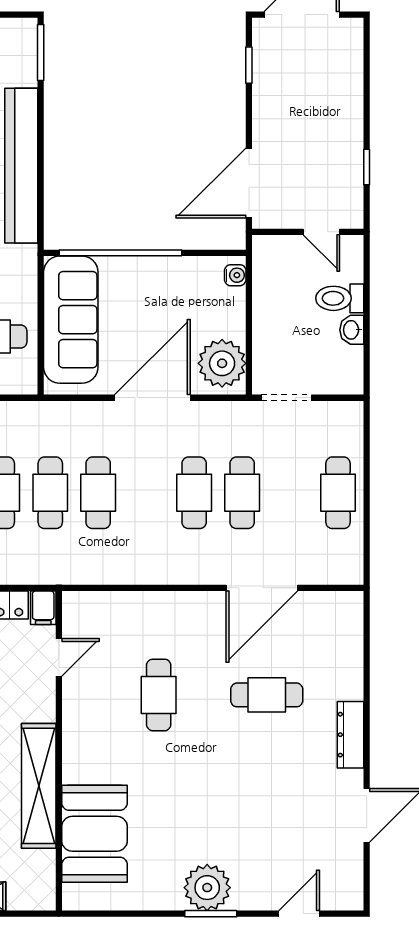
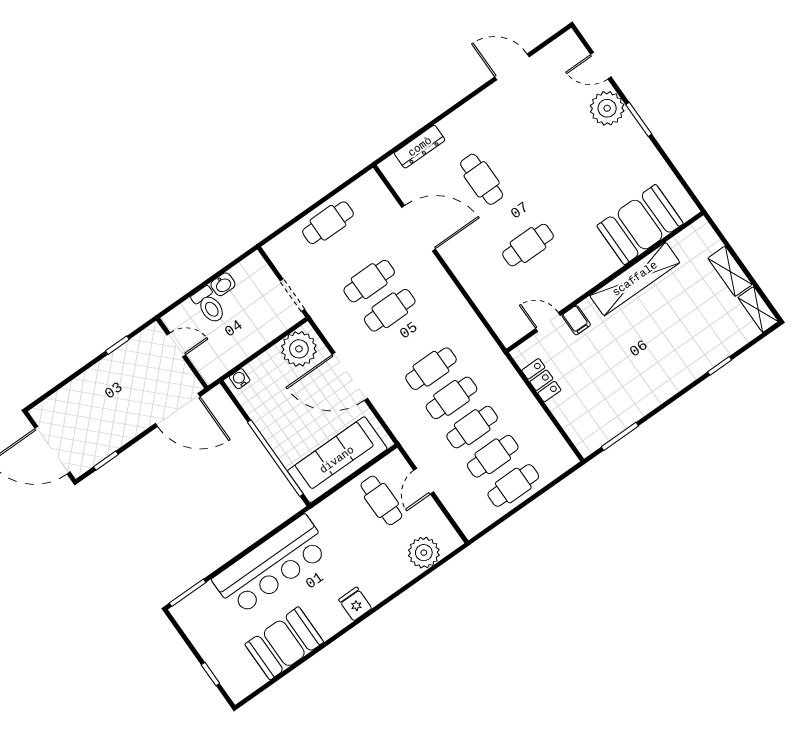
door: (321, 232) -> (176, 345), hinge flipped
filing cabinet: (43, 608) -> (576, 320), moved, turned 90
dresser: (350, 735) -> (420, 147), moved
plant: (207, 888) -> (607, 108), moved

